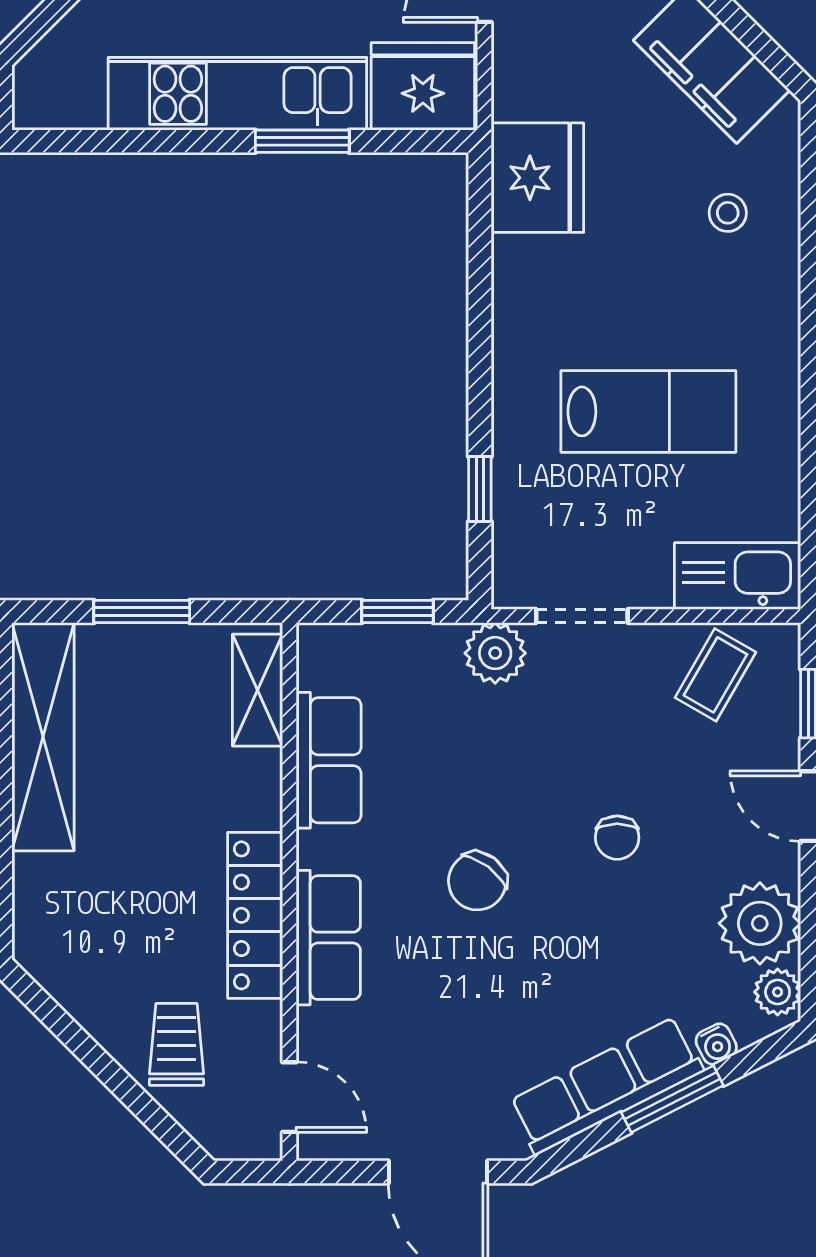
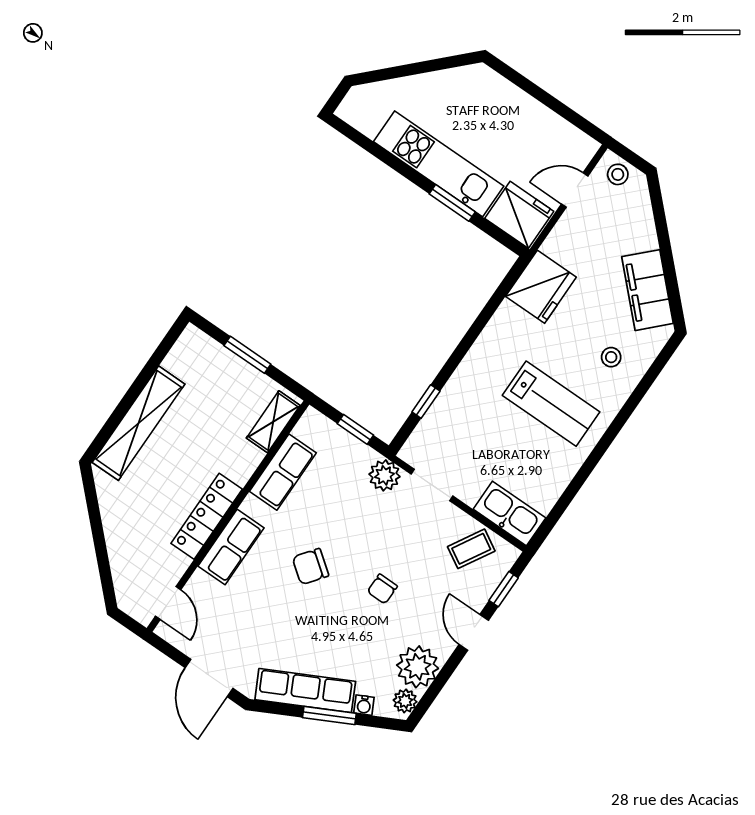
lab bench: (648, 411) -> (551, 404), moved
shelving: (43, 737) -> (139, 423), moved
trolley: (177, 1044) -> (136, 548), removed

